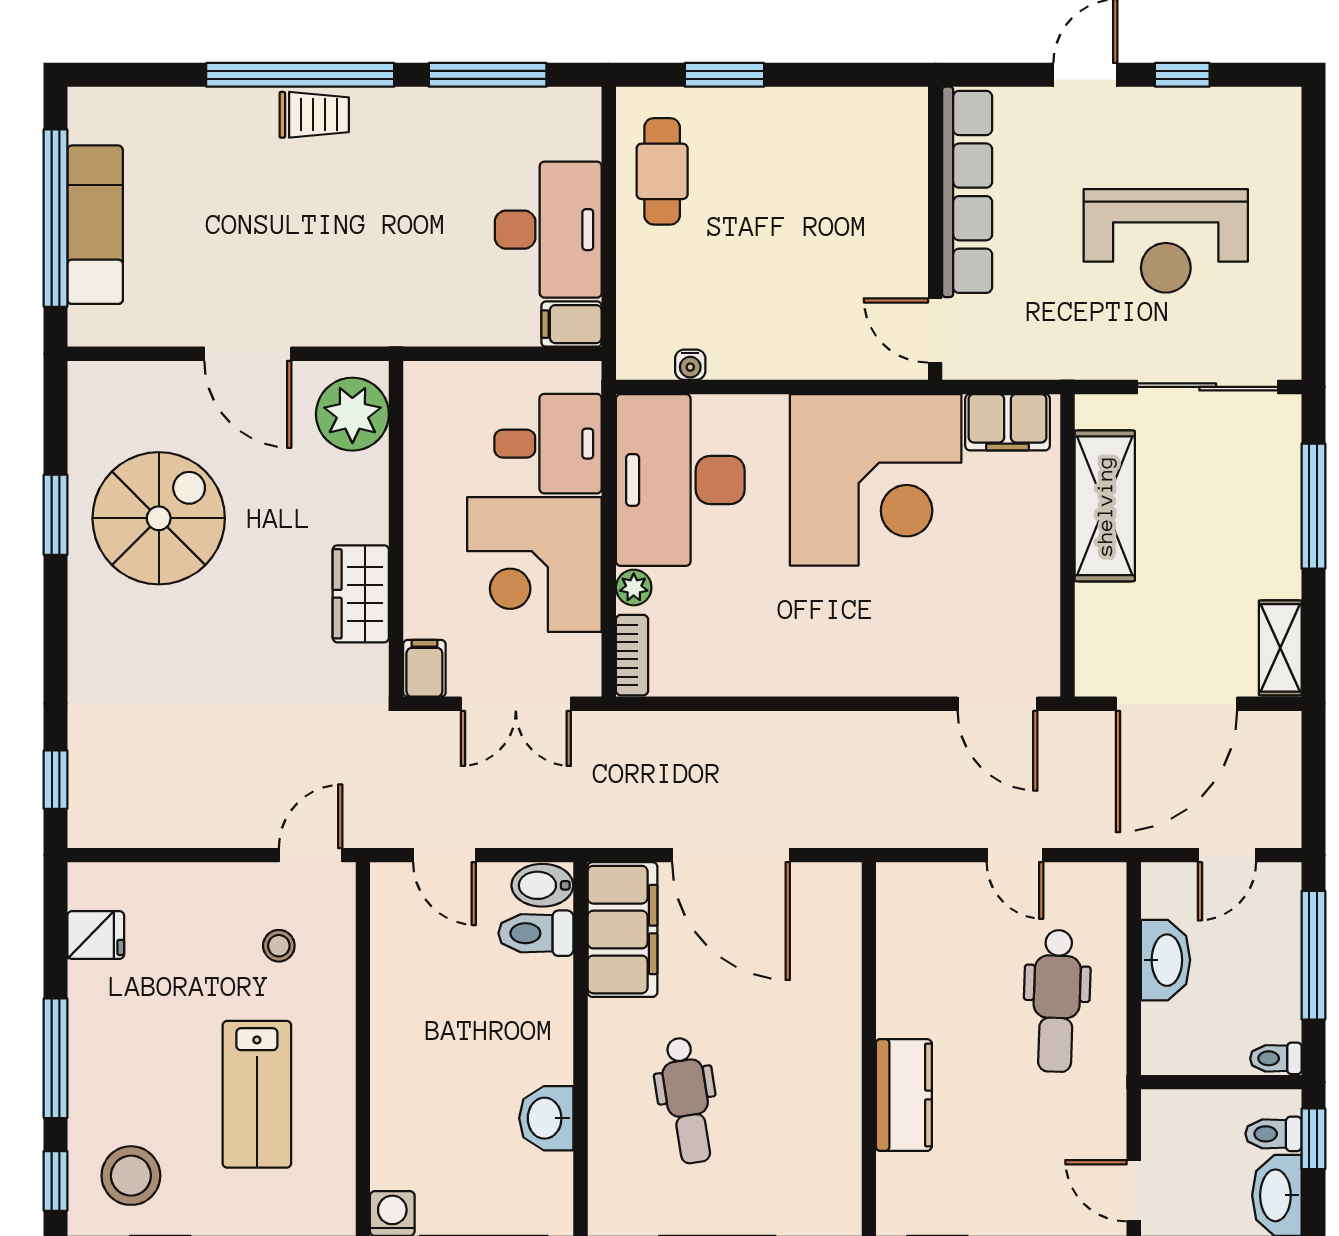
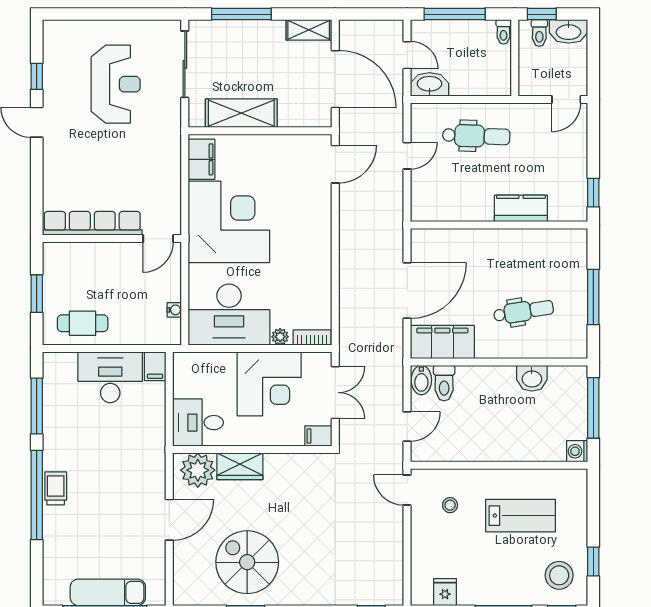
row of seats: (967, 192) -> (92, 223), moved
wall: (935, 233) -> (112, 239), moved
door: (935, 330) -> (158, 239), moved
desk: (548, 444) -> (198, 423), moved, turned -90
wardrobe: (361, 594) -> (240, 466), moved
washbasin: (1165, 960) -> (430, 84), moved

